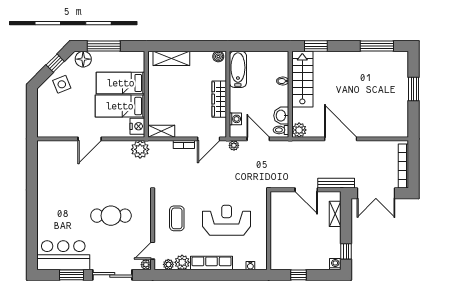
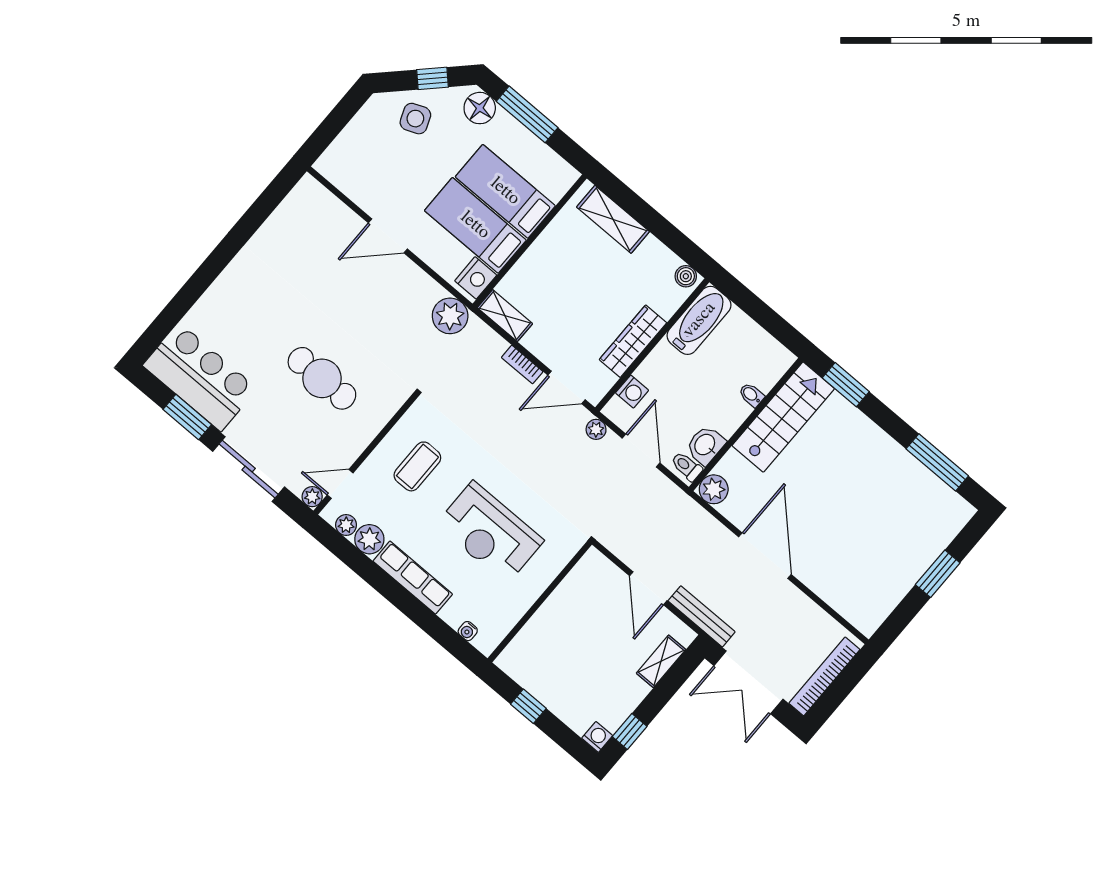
reception desk: (227, 220) -> (490, 533), turned 180

